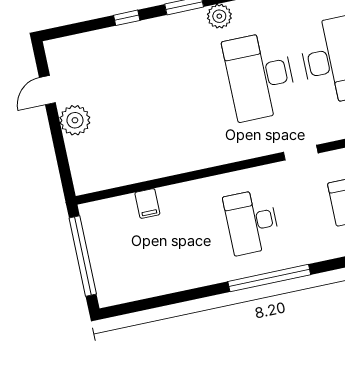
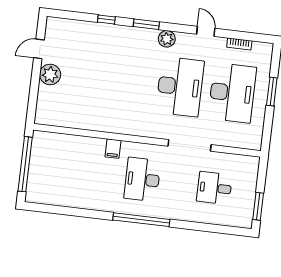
desk: (260, 76) -> (180, 87), turned 180
doorway: (301, 153) -> (189, 145), width x1.88
filing cabinet: (147, 204) -> (113, 149), moved

